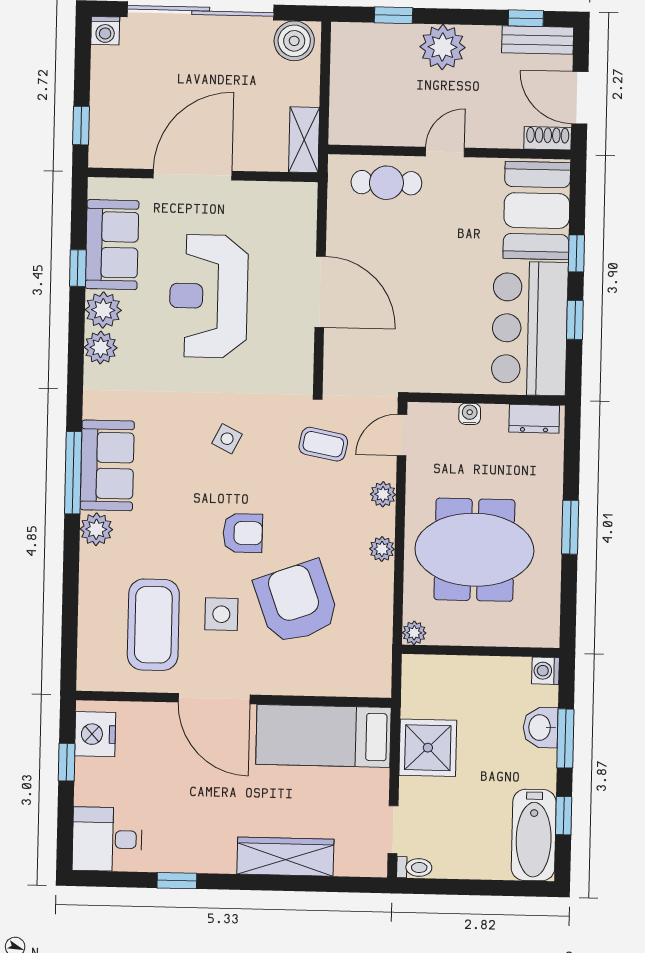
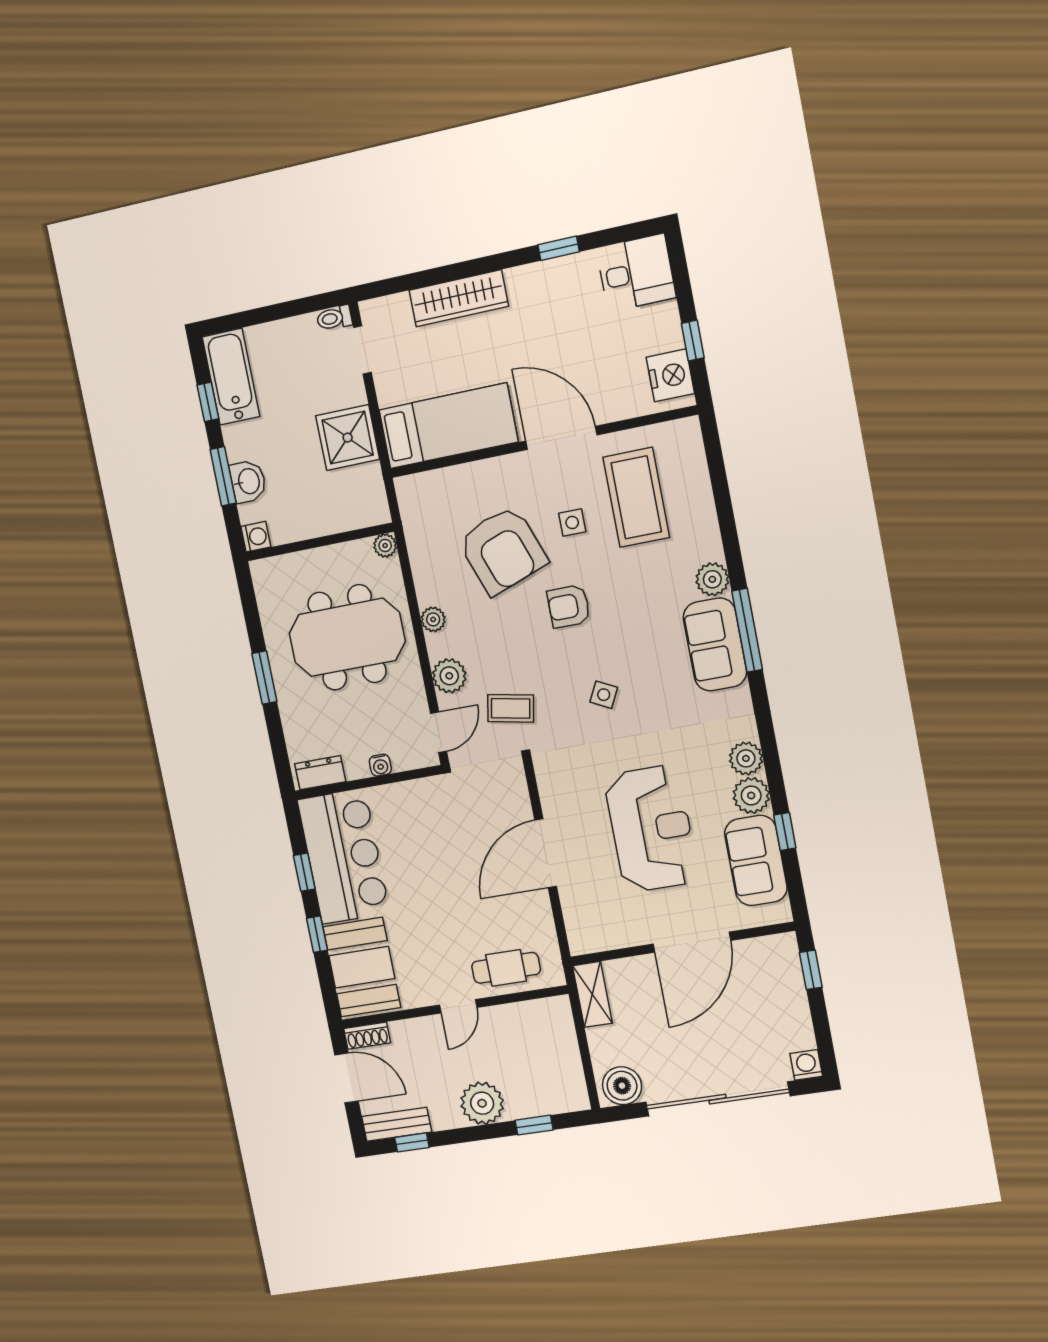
door: (320, 292) -> (546, 853), hinge flipped
plant: (383, 494) -> (449, 676), width x1.38, depth x1.38
side table: (221, 614) -> (572, 523), width x0.73, depth x0.73

